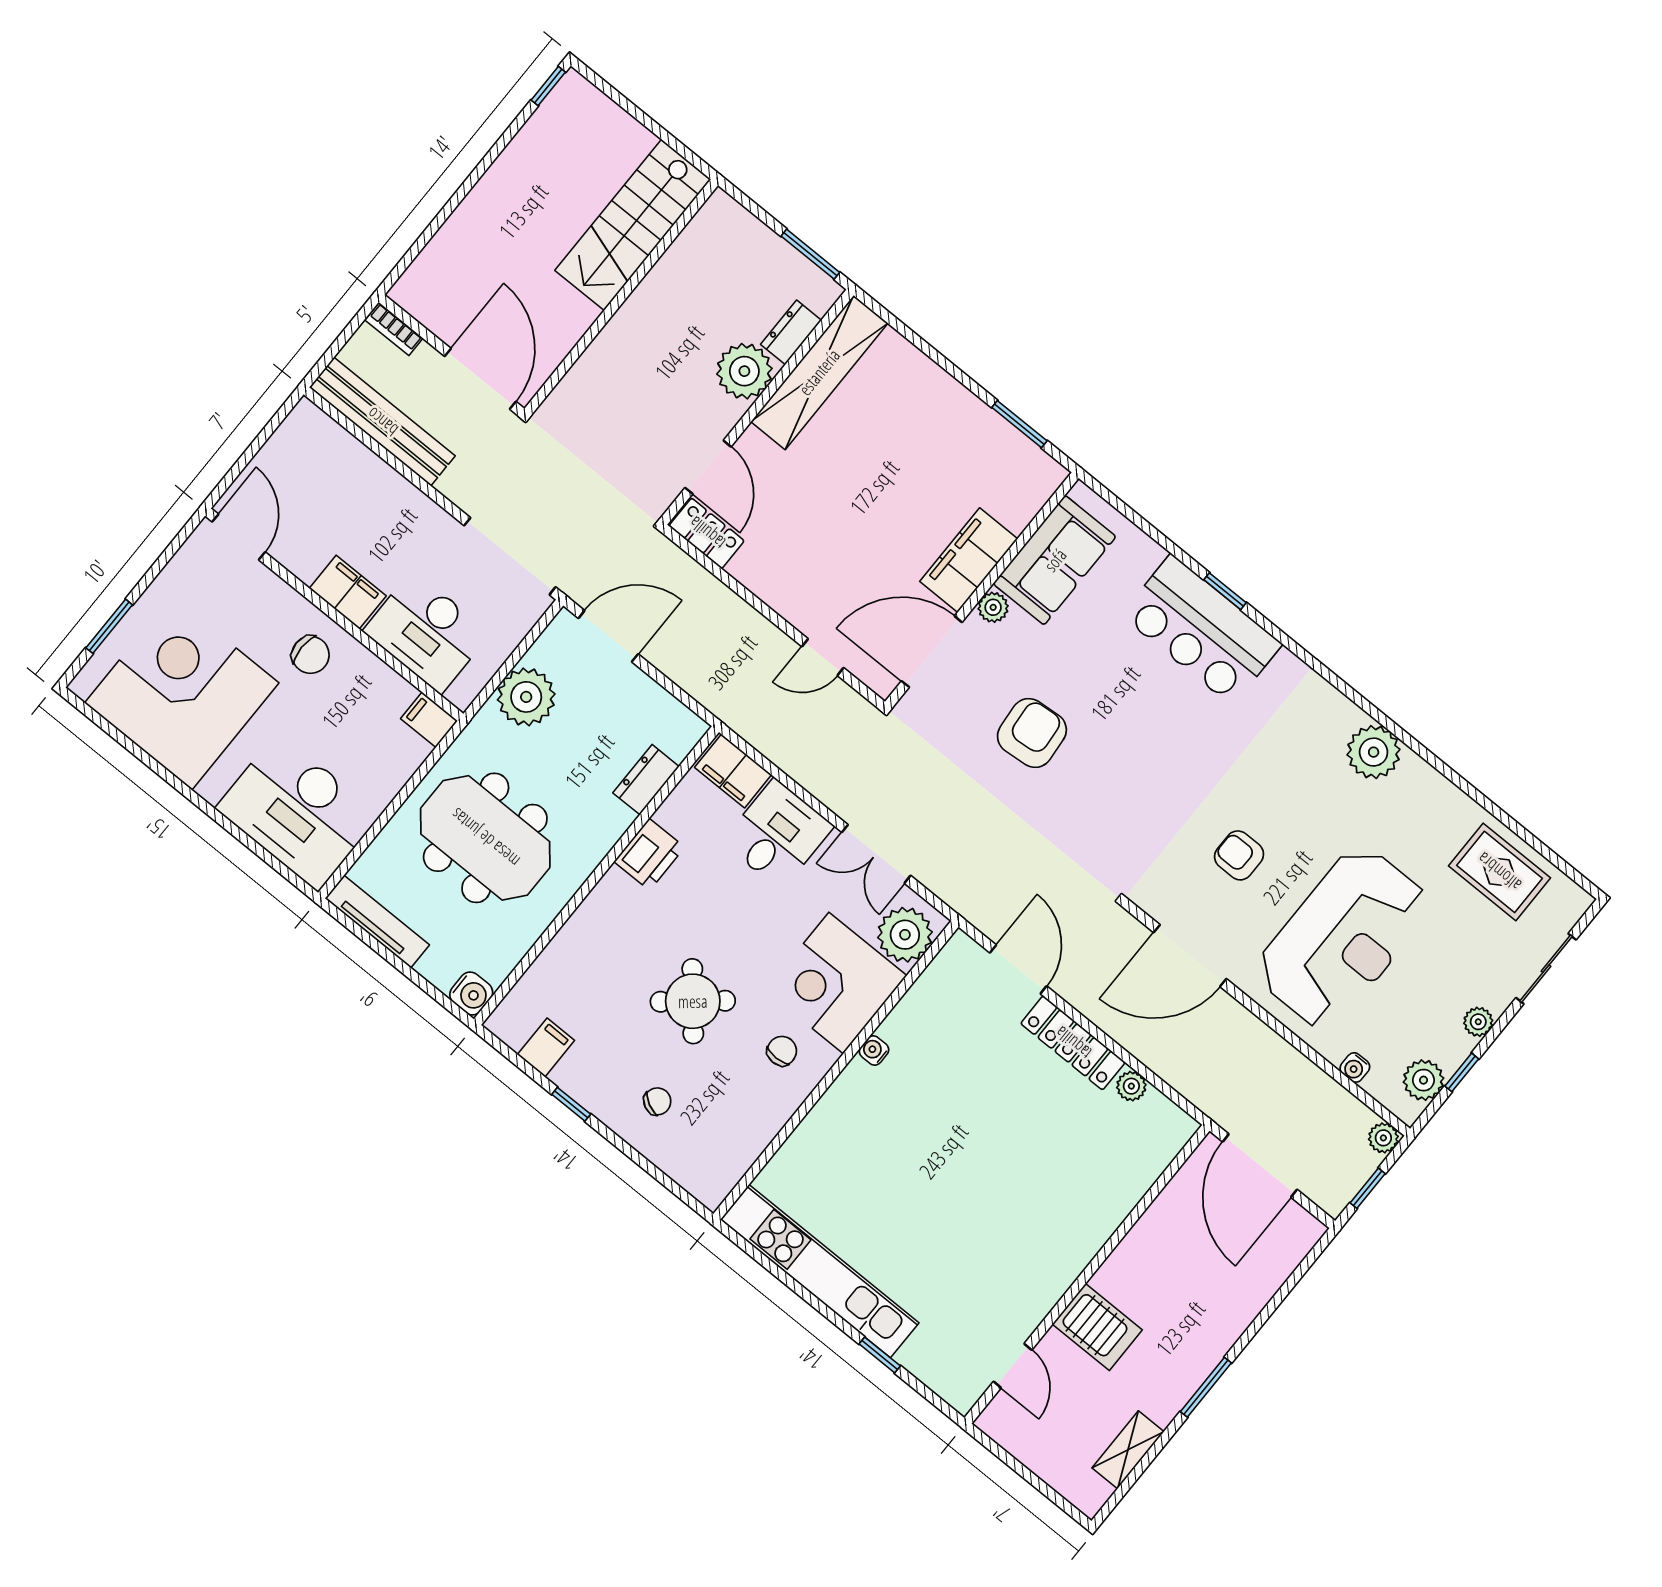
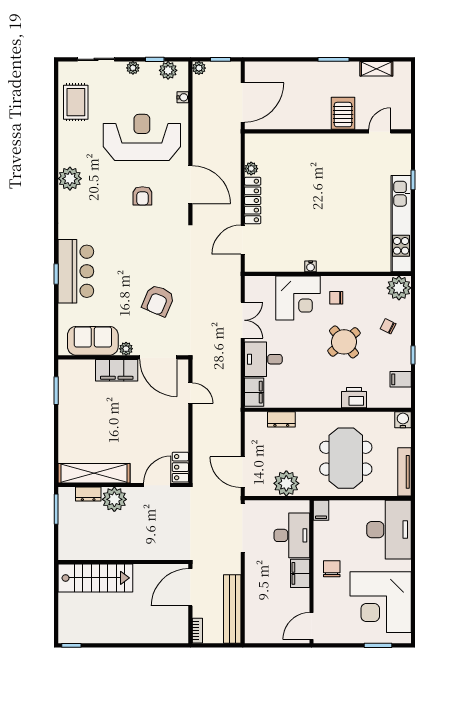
armchair: (1032, 733) -> (158, 301), turned -62
printer: (649, 854) -> (354, 398), moved
plant: (905, 935) -> (399, 288), moved

